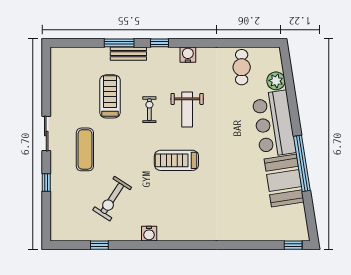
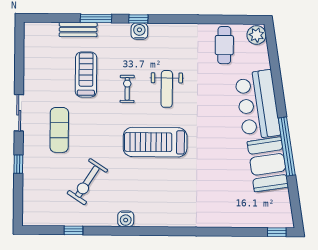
bench: (128, 54) -> (78, 30), moved
water cooler: (188, 55) -> (139, 31), moved
plant: (276, 81) -> (257, 35), moved
treadmill: (176, 160) -> (155, 142), width x1.37, depth x1.38

